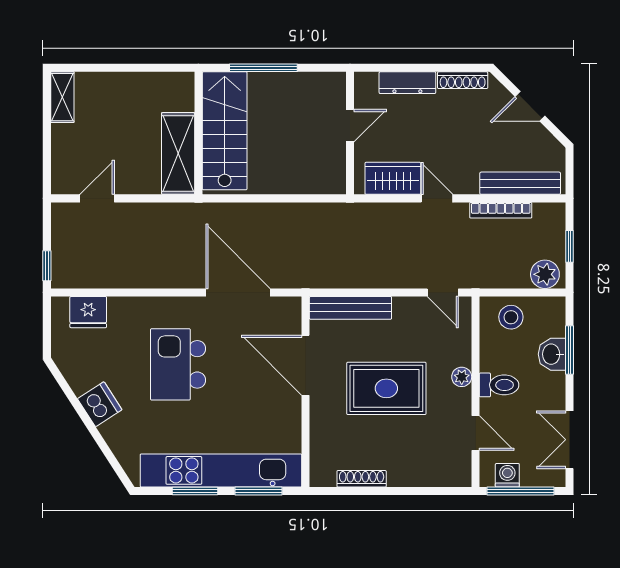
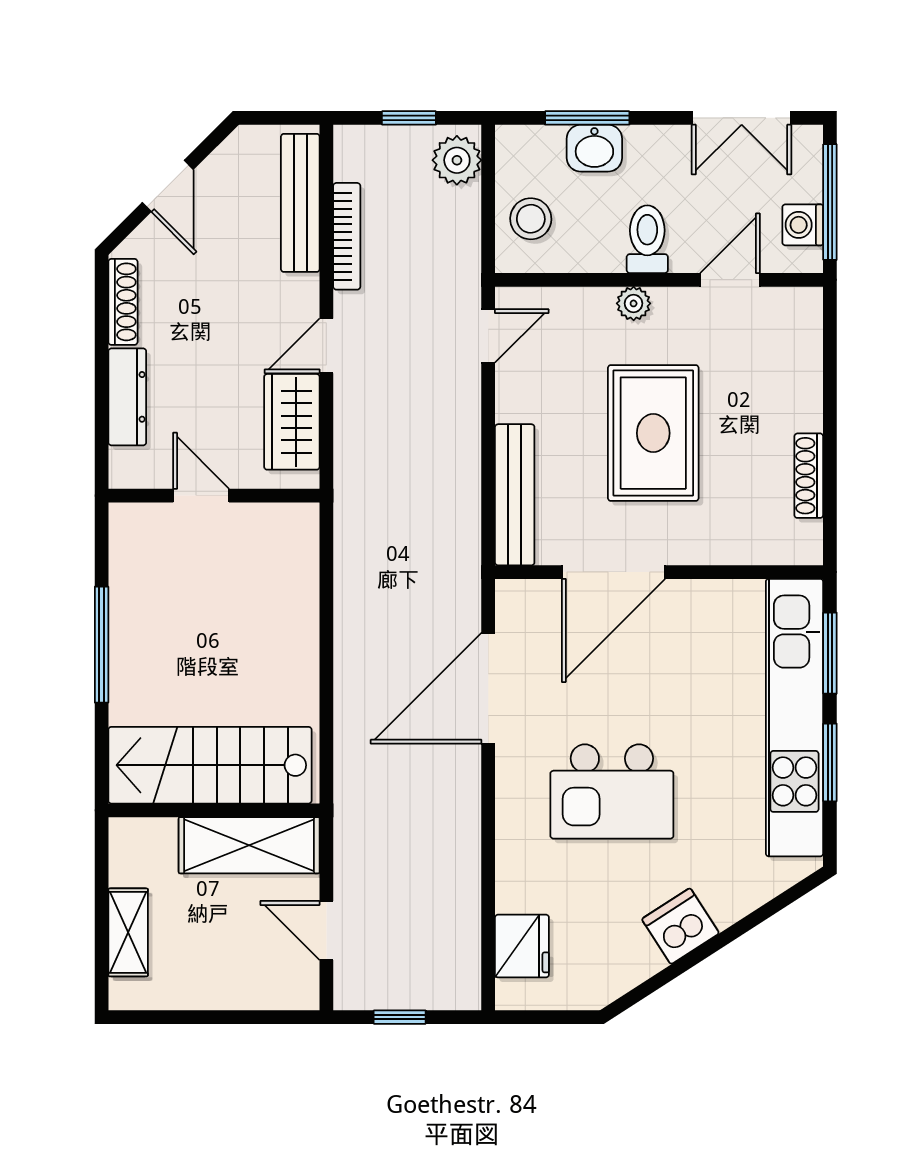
shelving: (62, 97) -> (128, 932), moved, turned 90
stairs: (225, 131) -> (210, 765), moved
wall: (198, 133) -> (214, 810), moved
shelving: (178, 153) -> (249, 845), moved
window: (47, 266) -> (400, 1017), moved

